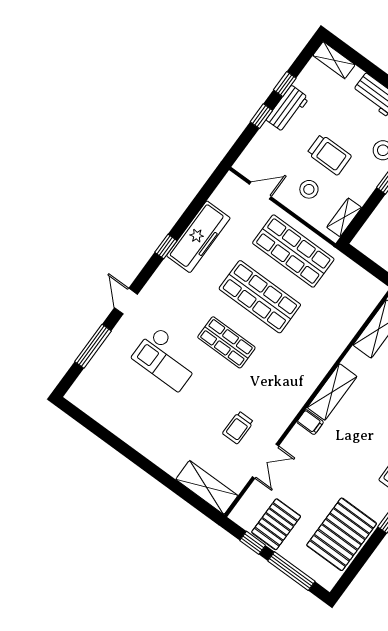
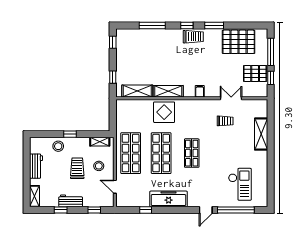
window: (261, 116) -> (94, 210), moved
freezer: (198, 237) -> (169, 199), moved
window: (166, 246) -> (146, 210), moved
window: (93, 346) -> (236, 210), width x1.46
display table: (318, 346) -> (164, 112), added
checkout: (167, 359) -> (240, 184), moved
shelving: (332, 392) -> (168, 91), moved
shelving: (207, 487) -> (261, 134), moved

